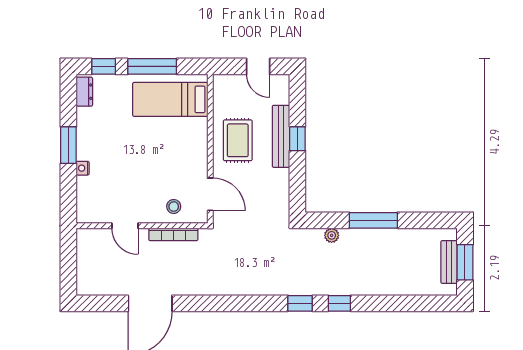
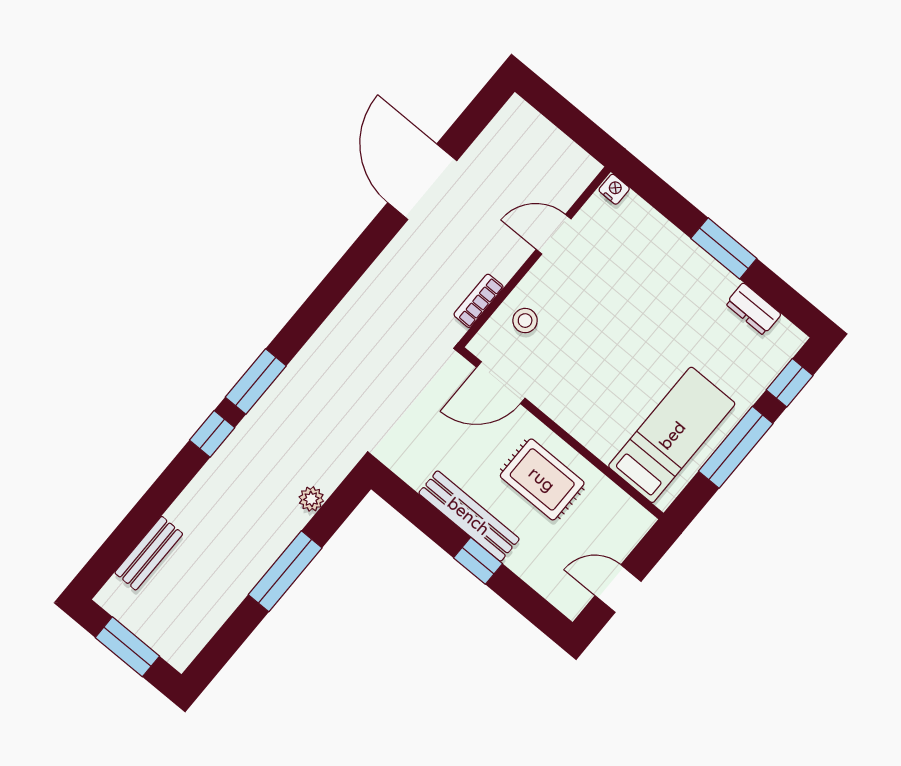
dresser: (84, 92) -> (753, 309), moved
bench: (281, 136) -> (469, 516), moved
nightstand: (83, 168) -> (614, 189), moved
bookcase: (173, 234) -> (479, 301), width x0.64
bench: (449, 262) -> (149, 553), moved, turned 90
window: (300, 303) -> (256, 382), width x1.50

